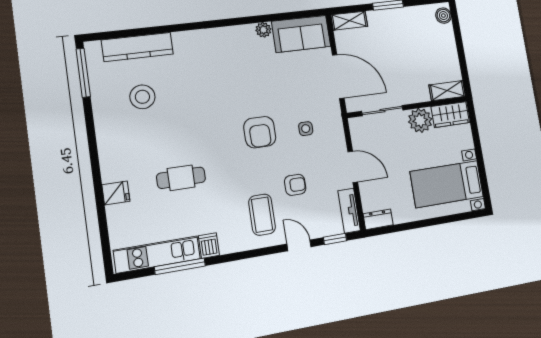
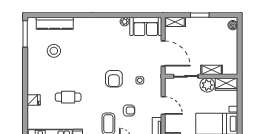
shelving: (447, 91) -> (212, 70), moved

